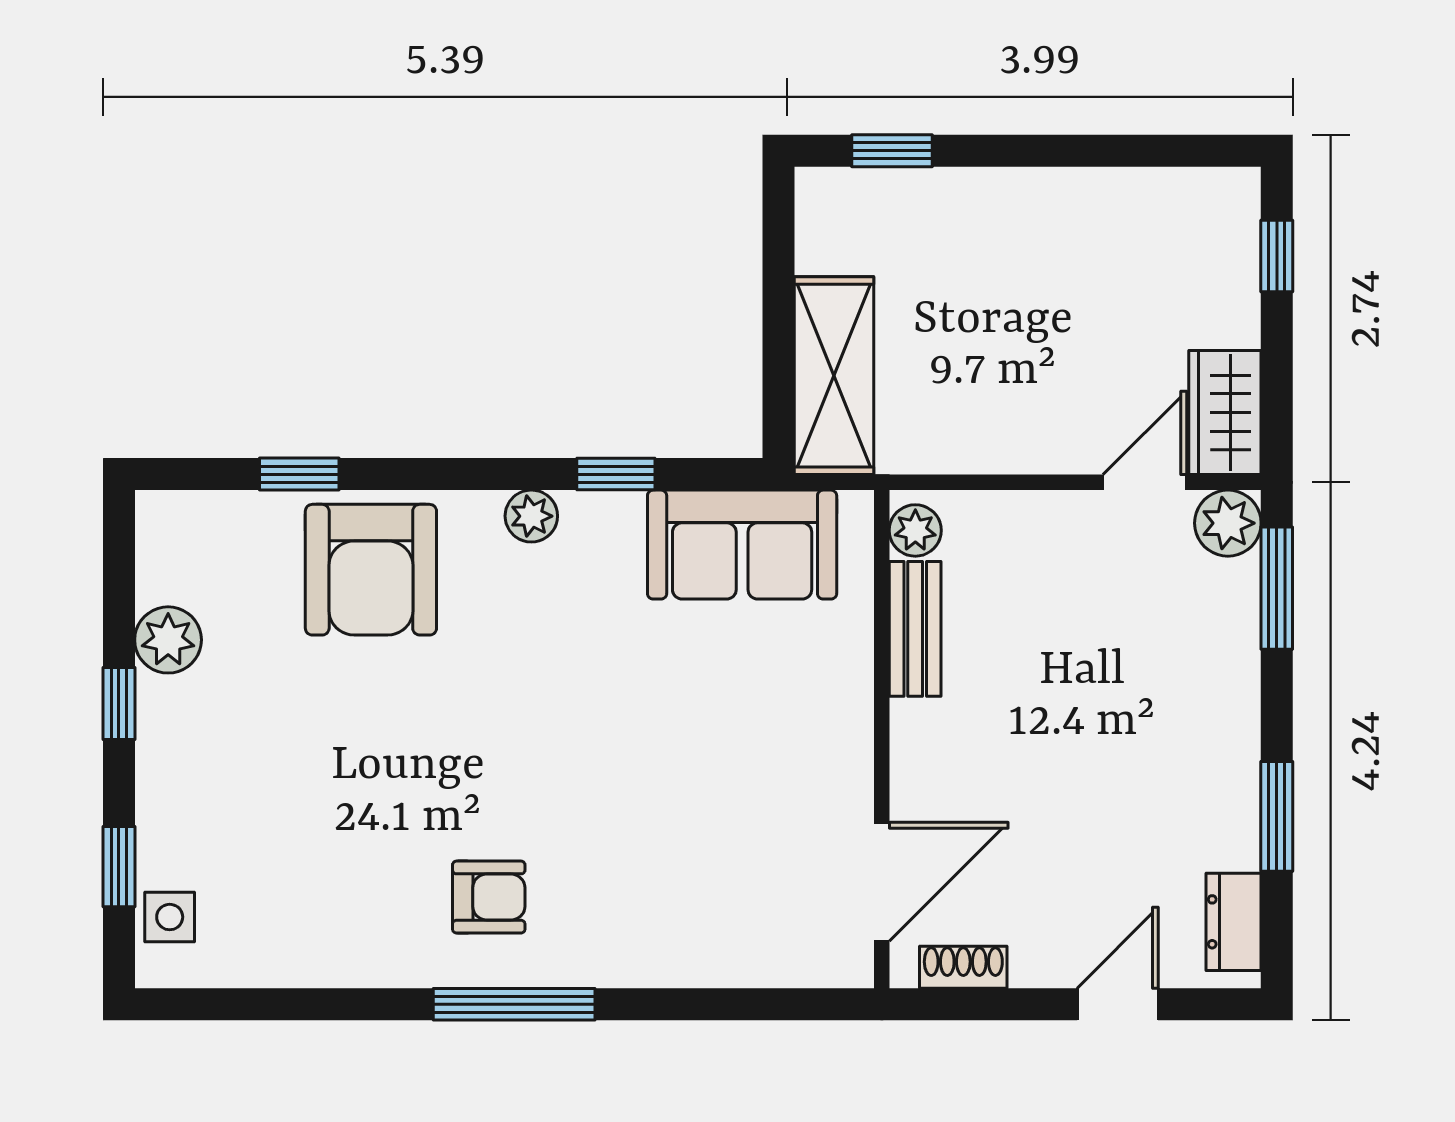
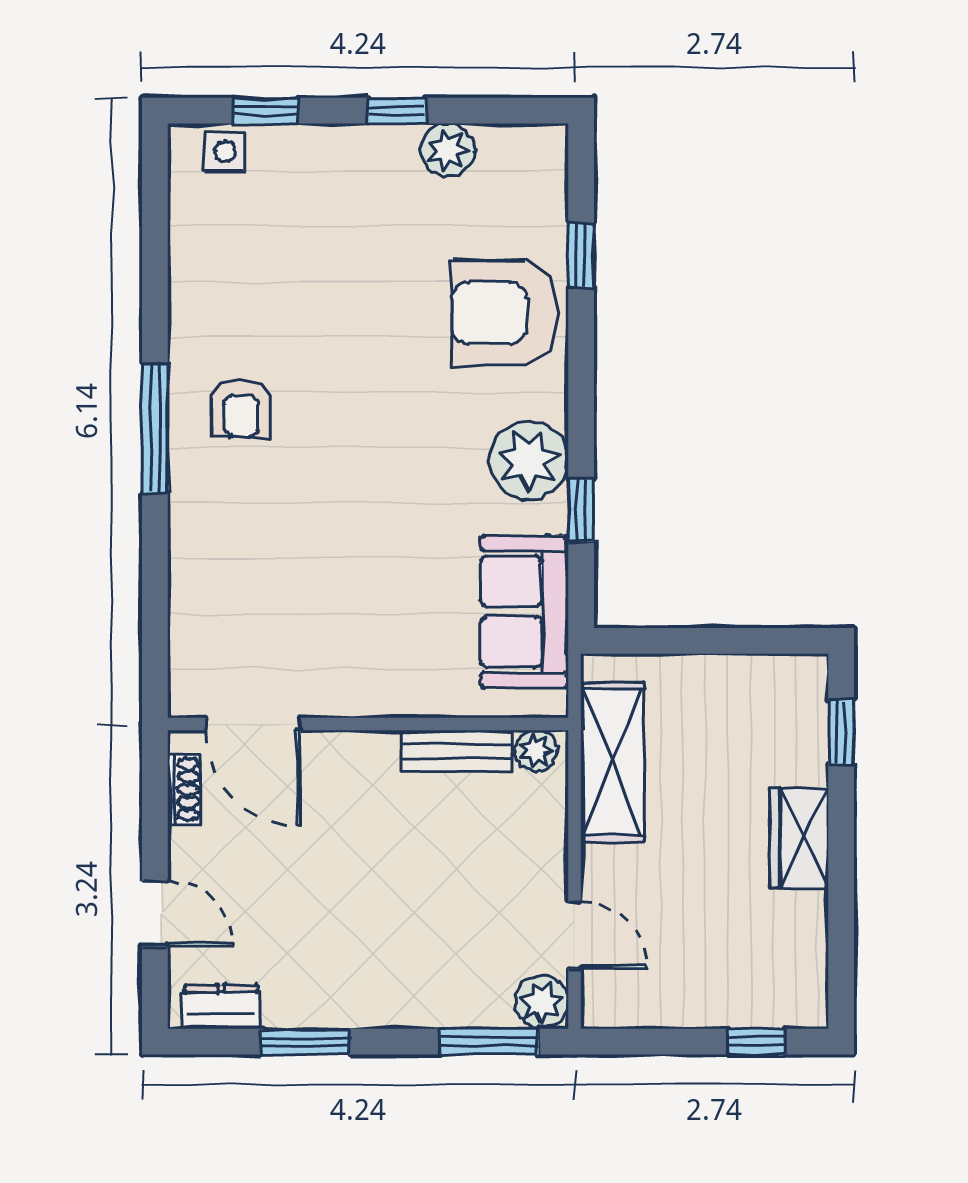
shelving: (834, 376) -> (612, 762), moved, turned 90
wardrobe: (1225, 413) -> (799, 838), moved, turned -90
plant: (531, 516) -> (529, 460), width x1.88, depth x1.88

